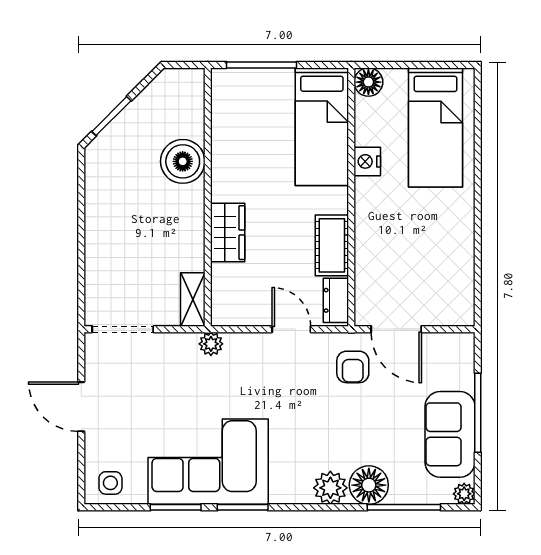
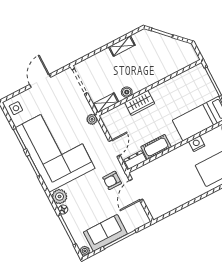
boiler: (183, 161) -> (127, 92), moved, width x0.54, depth x0.54
shelving: (96, 209) -> (122, 46), added
corner sofa: (208, 462) -> (55, 148), width x1.36, depth x1.36
floor lamp: (369, 485) -> (63, 209), width x0.53, depth x0.53

